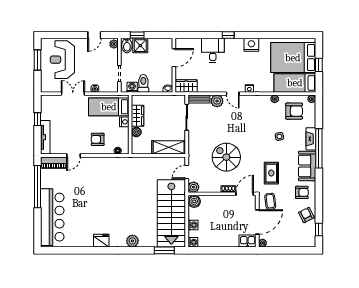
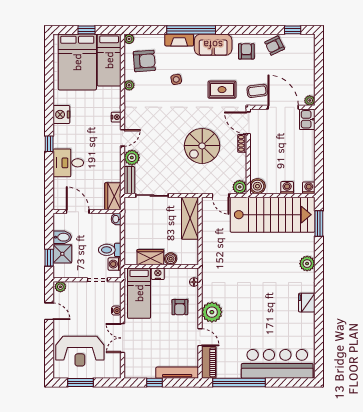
bidet: (127, 46) -> (62, 237), moved
armchair: (294, 111) -> (144, 61), turned 86
plant: (94, 165) -> (212, 312), added

